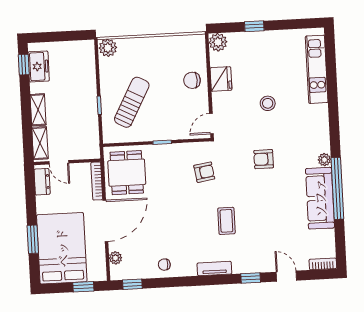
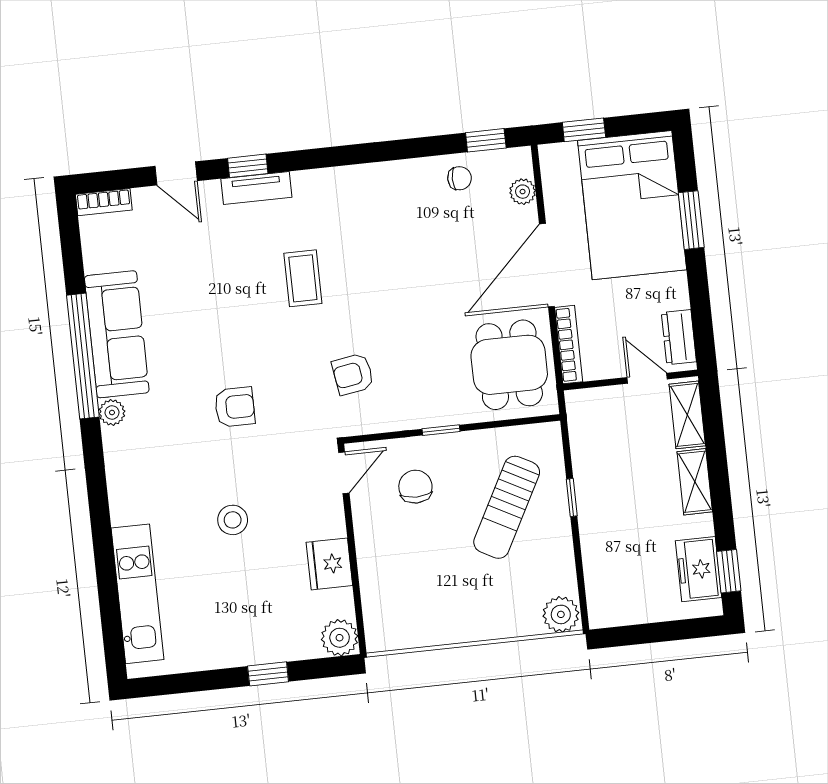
chair: (192, 80) -> (415, 487), moved, turned -90
chair: (164, 265) -> (460, 178), moved
tv unit: (214, 269) -> (256, 188), moved

